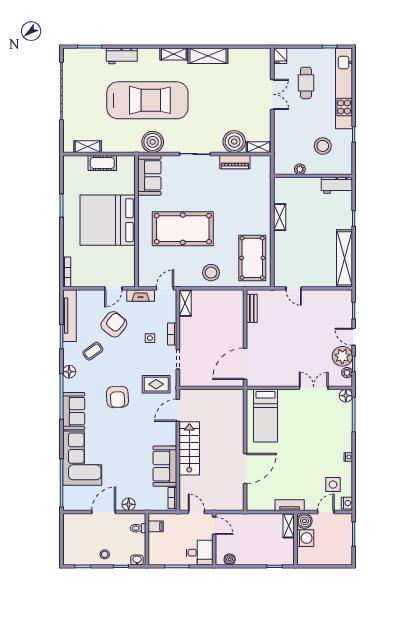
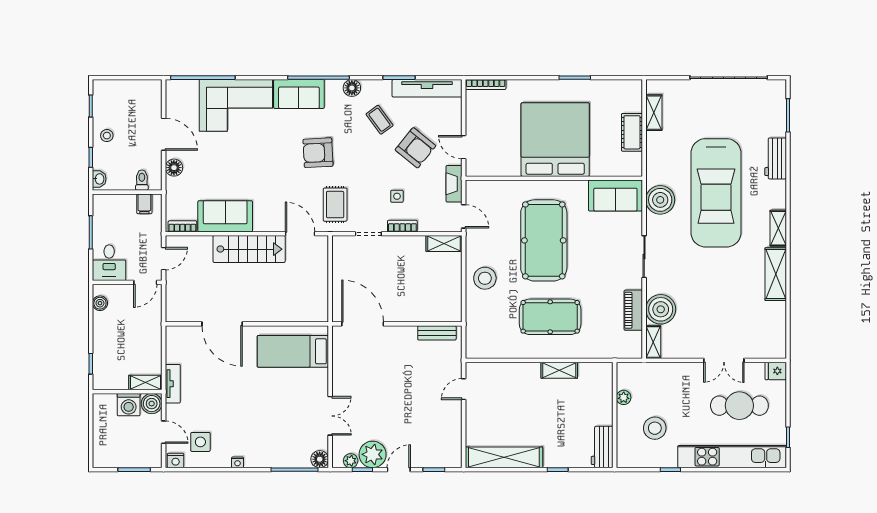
cafe table: (306, 83) -> (739, 406), width x1.37, depth x1.35
pool table: (252, 258) -> (550, 317), moved

